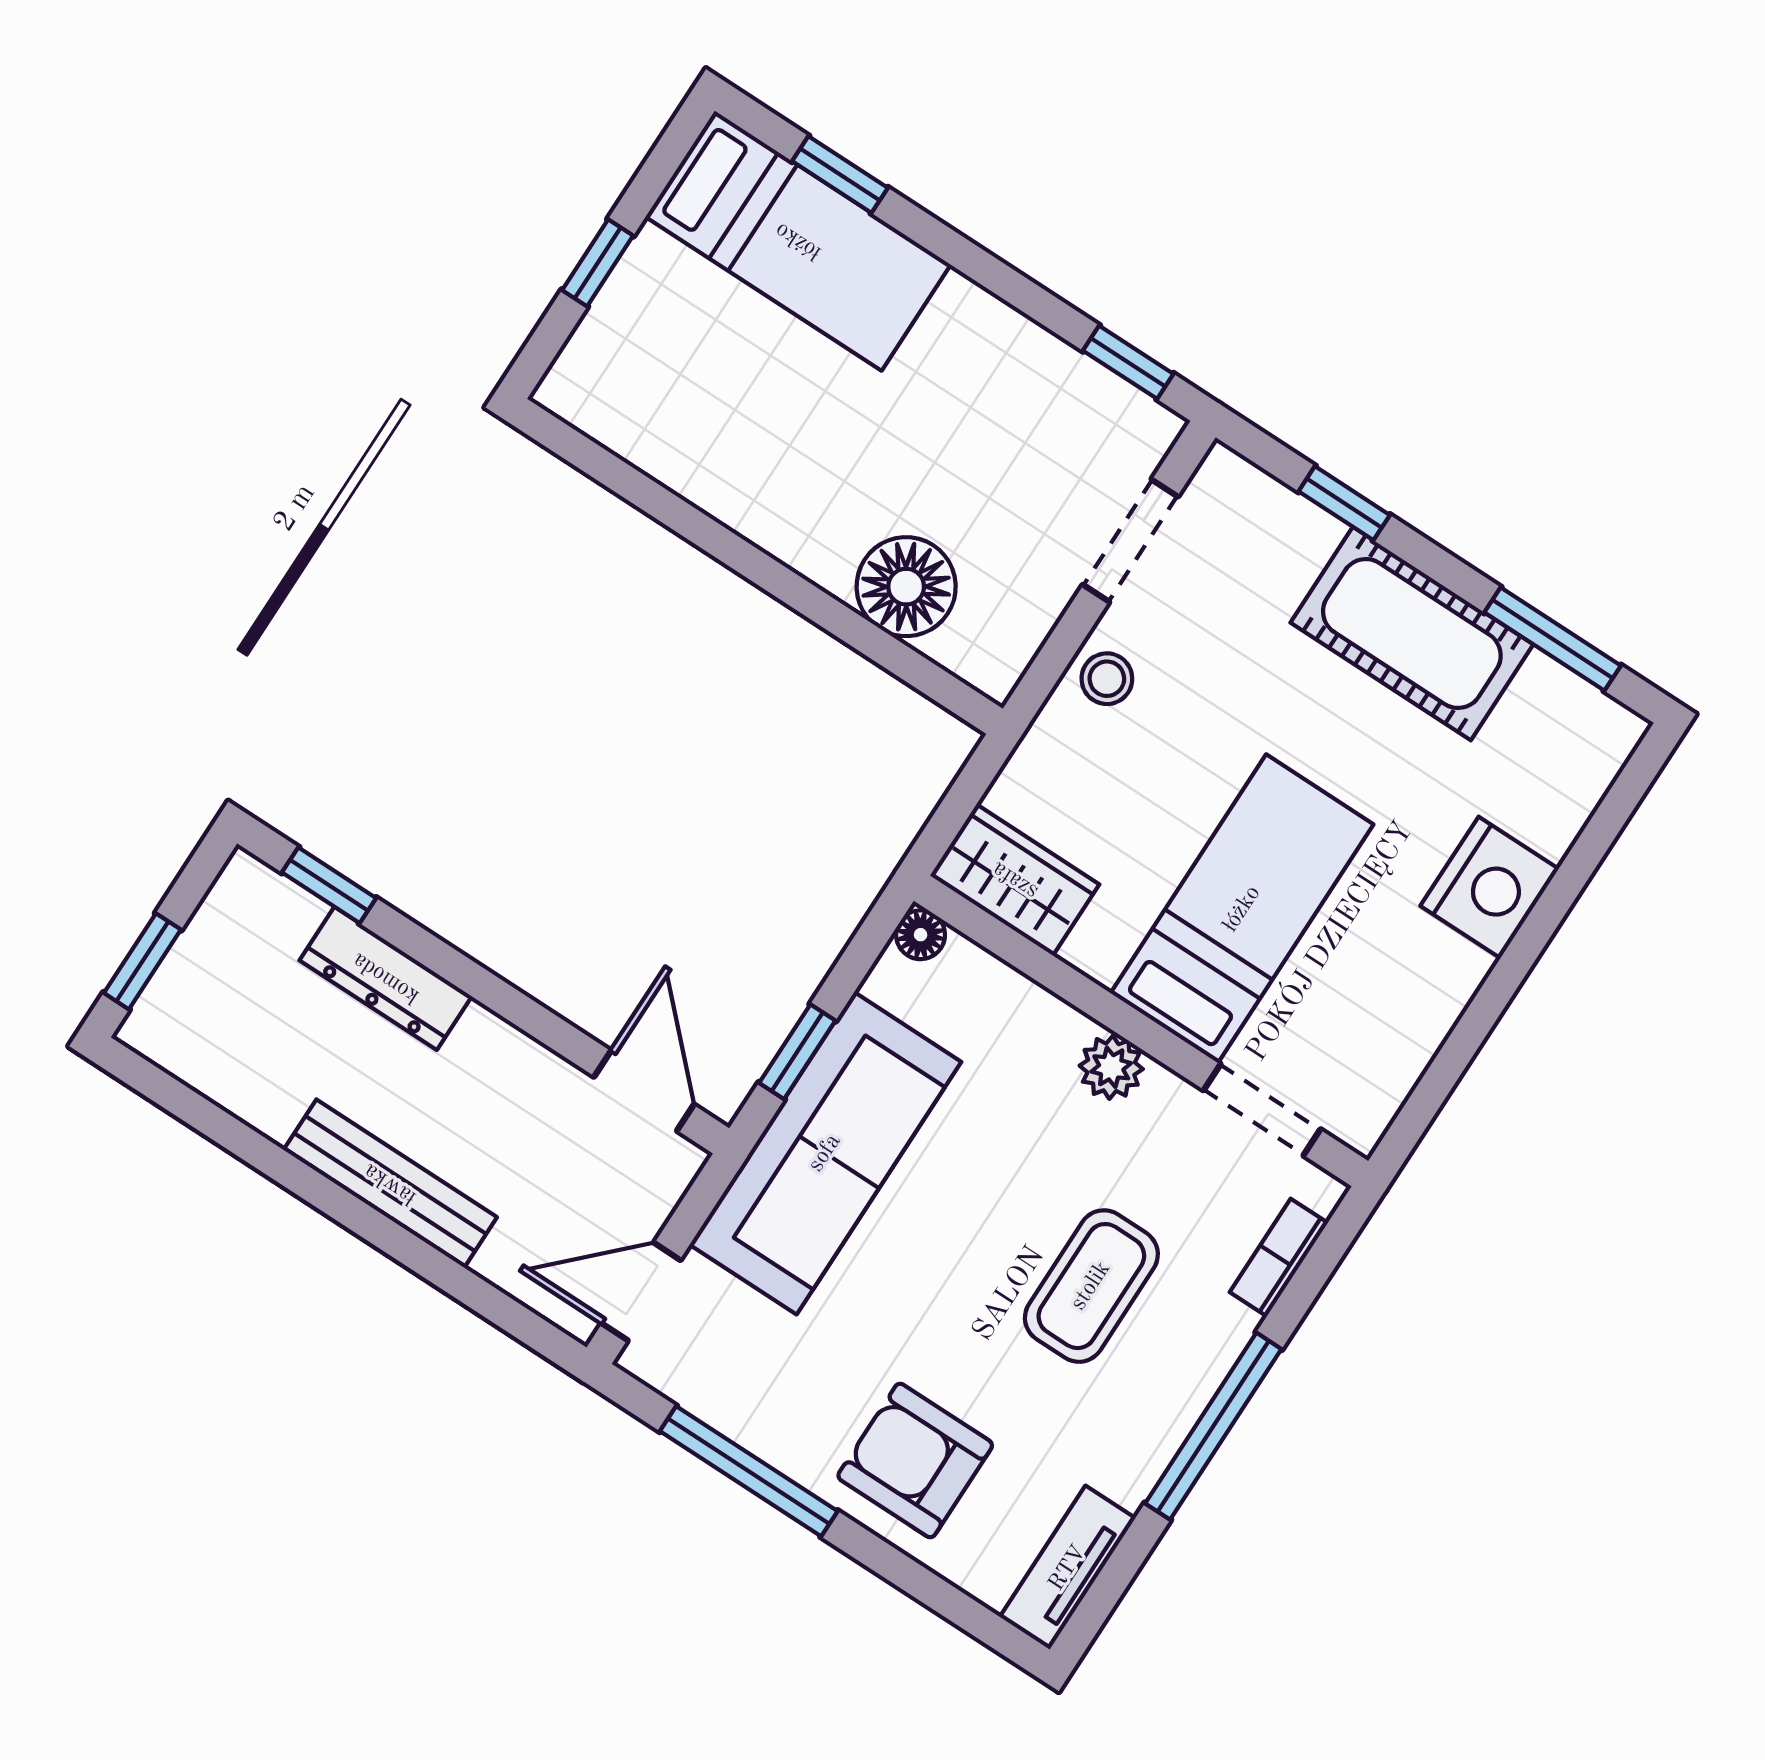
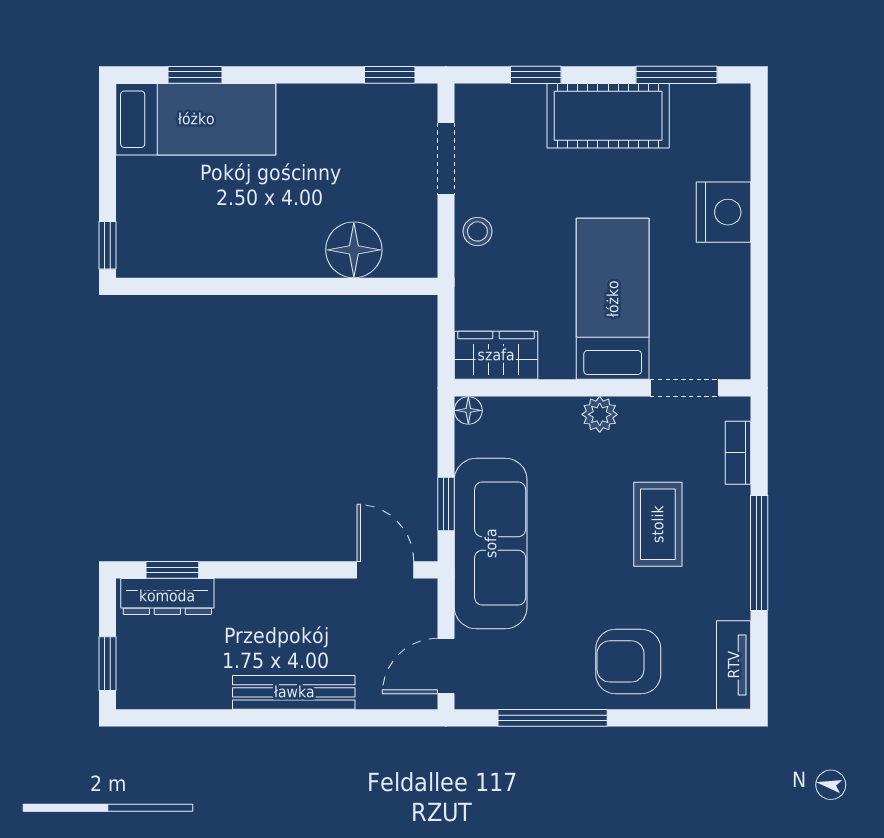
window: (598, 263) -> (107, 245), moved
dresser: (386, 978) -> (167, 596), moved

